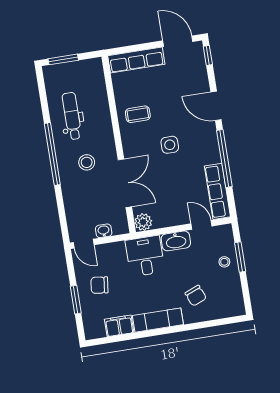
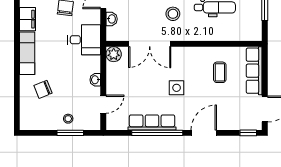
coffee table: (138, 114) -> (220, 72), moved
row of seats: (217, 191) -> (152, 122), moved
washbasin: (176, 241) -> (95, 80), width x0.52, depth x0.69
desk: (145, 256) -> (84, 40), moved

